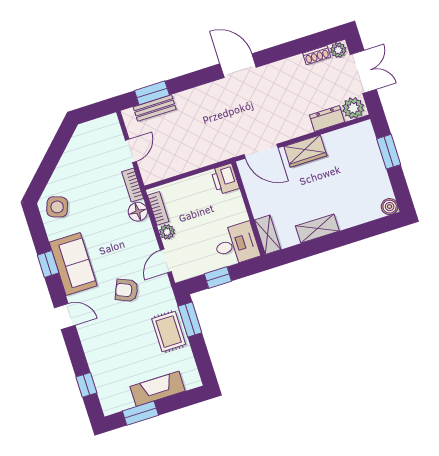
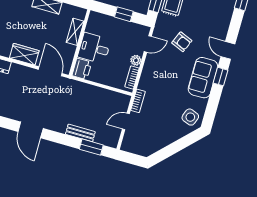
bench: (155, 108) -> (80, 133), moved
floor lamp: (138, 212) -> (145, 83), removed
shelving: (268, 235) -> (75, 32), moved
desk: (236, 244) -> (94, 48), moved
window: (48, 264) -> (221, 77), moved

